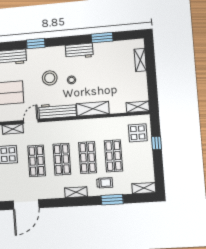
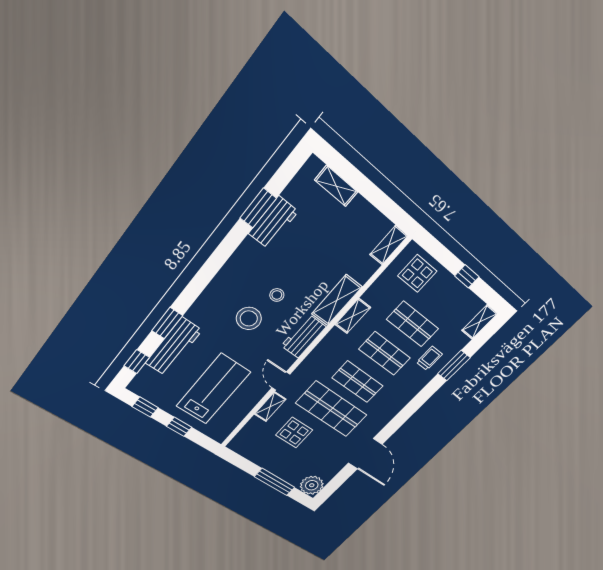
window: (36, 44) -> (167, 323), moved
workbench: (79, 51) -> (273, 222), moved
workbench: (57, 111) -> (304, 336), width x0.73
window: (157, 143) -> (467, 276), moved
shop shelf: (37, 161) -> (332, 409), width x1.43, depth x1.36
shelving: (76, 192) -> (353, 316), moved

